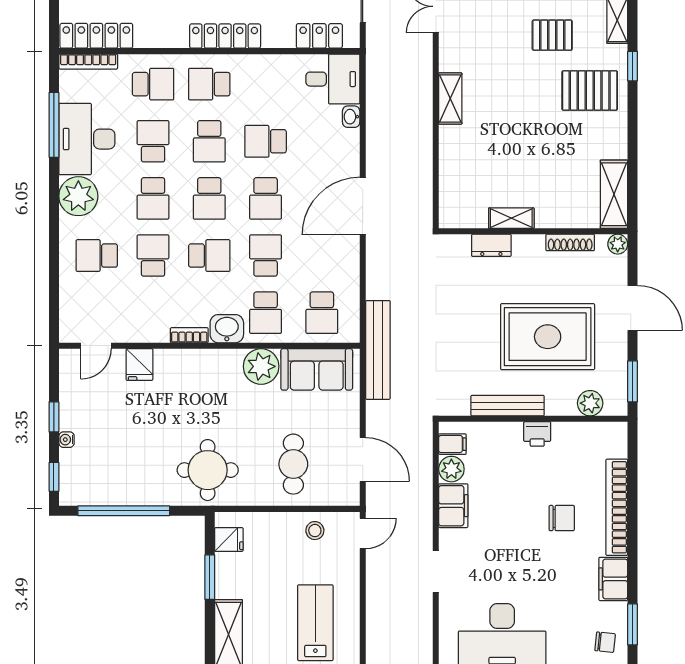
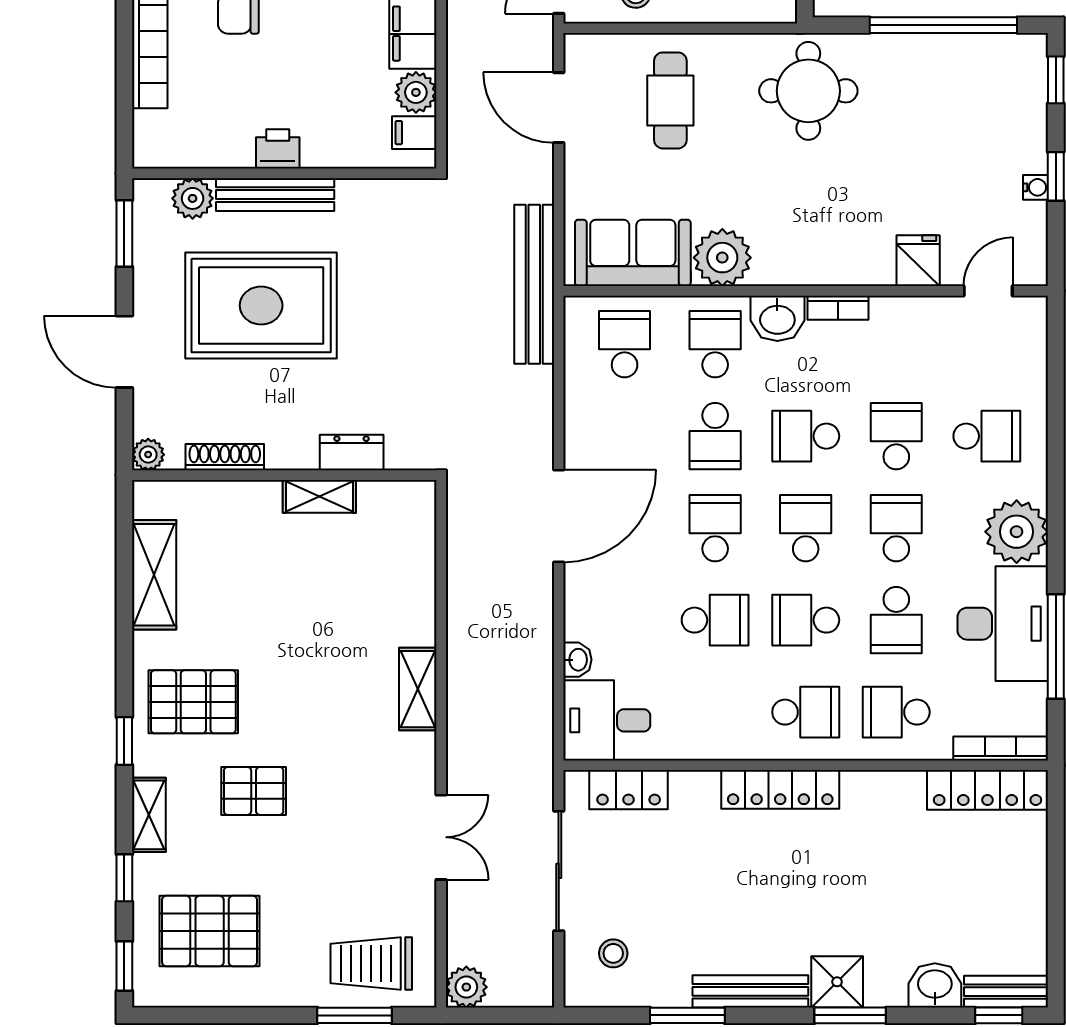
school desk: (209, 141) -> (806, 620), turned -90
shelving: (614, 194) -> (154, 575), moved
school desk: (153, 256) -> (896, 436), turned 180
bench: (508, 406) -> (275, 195), moved
water cooler: (67, 440) -> (1036, 187), moved

